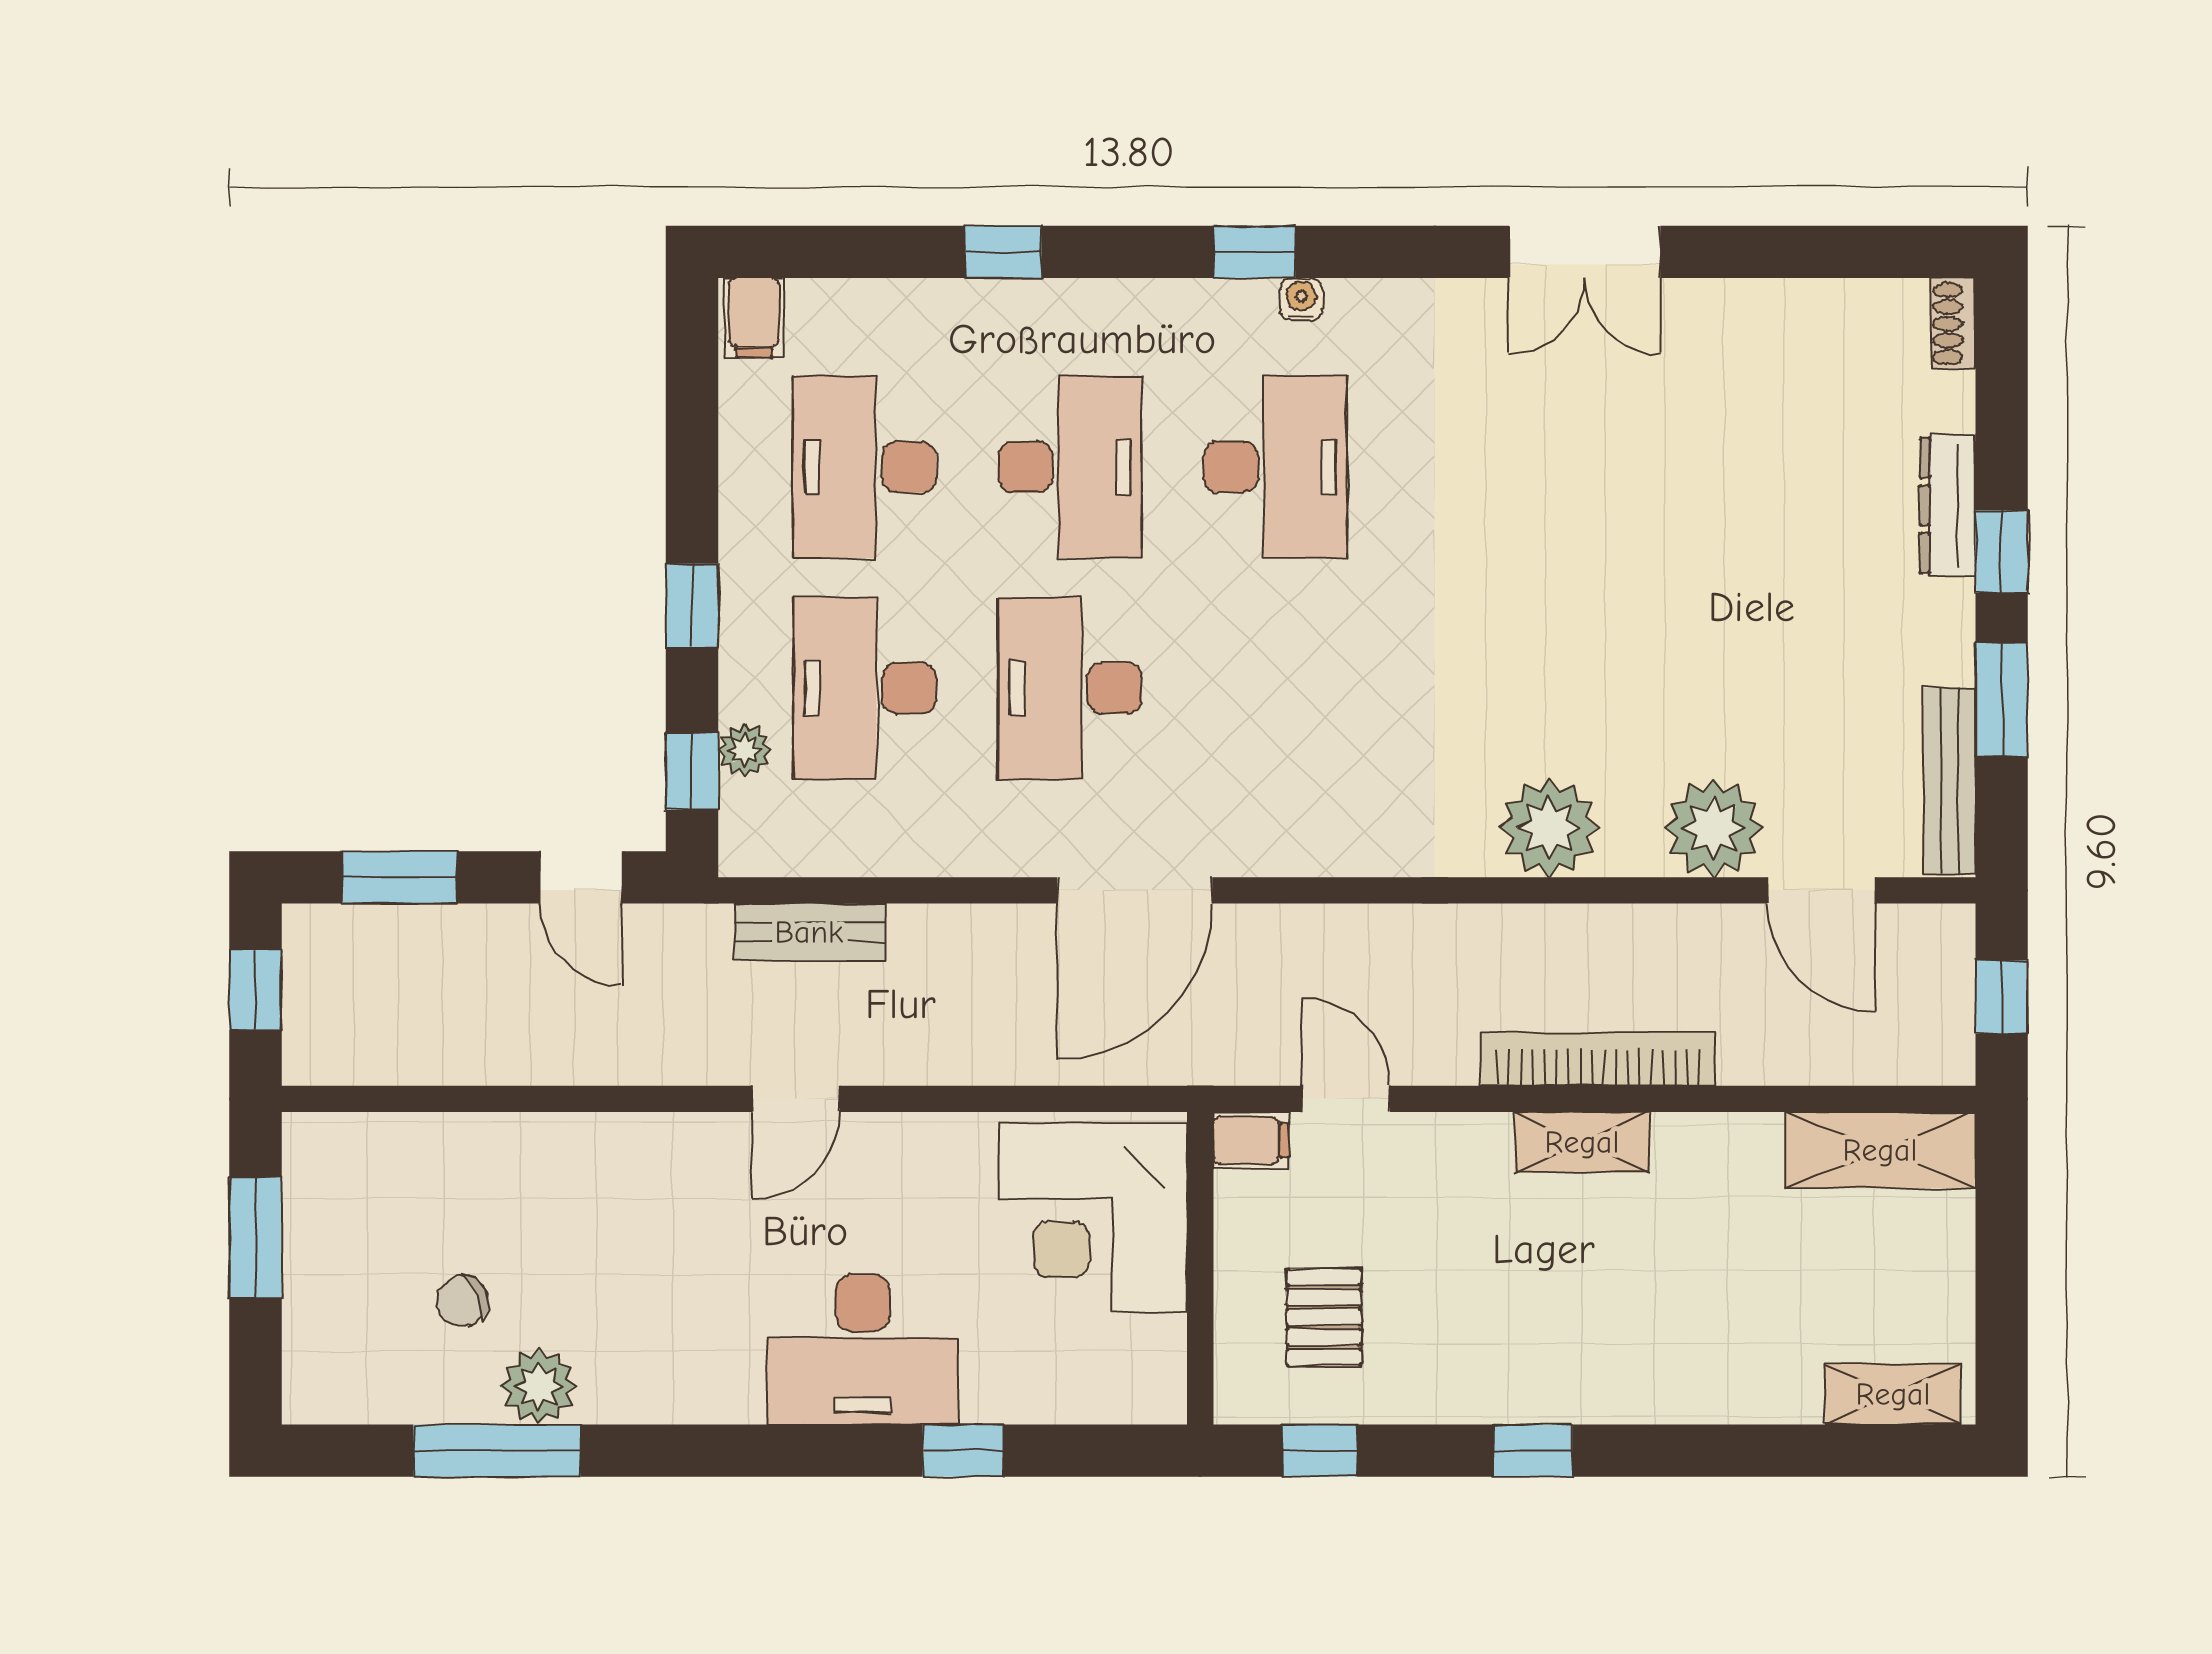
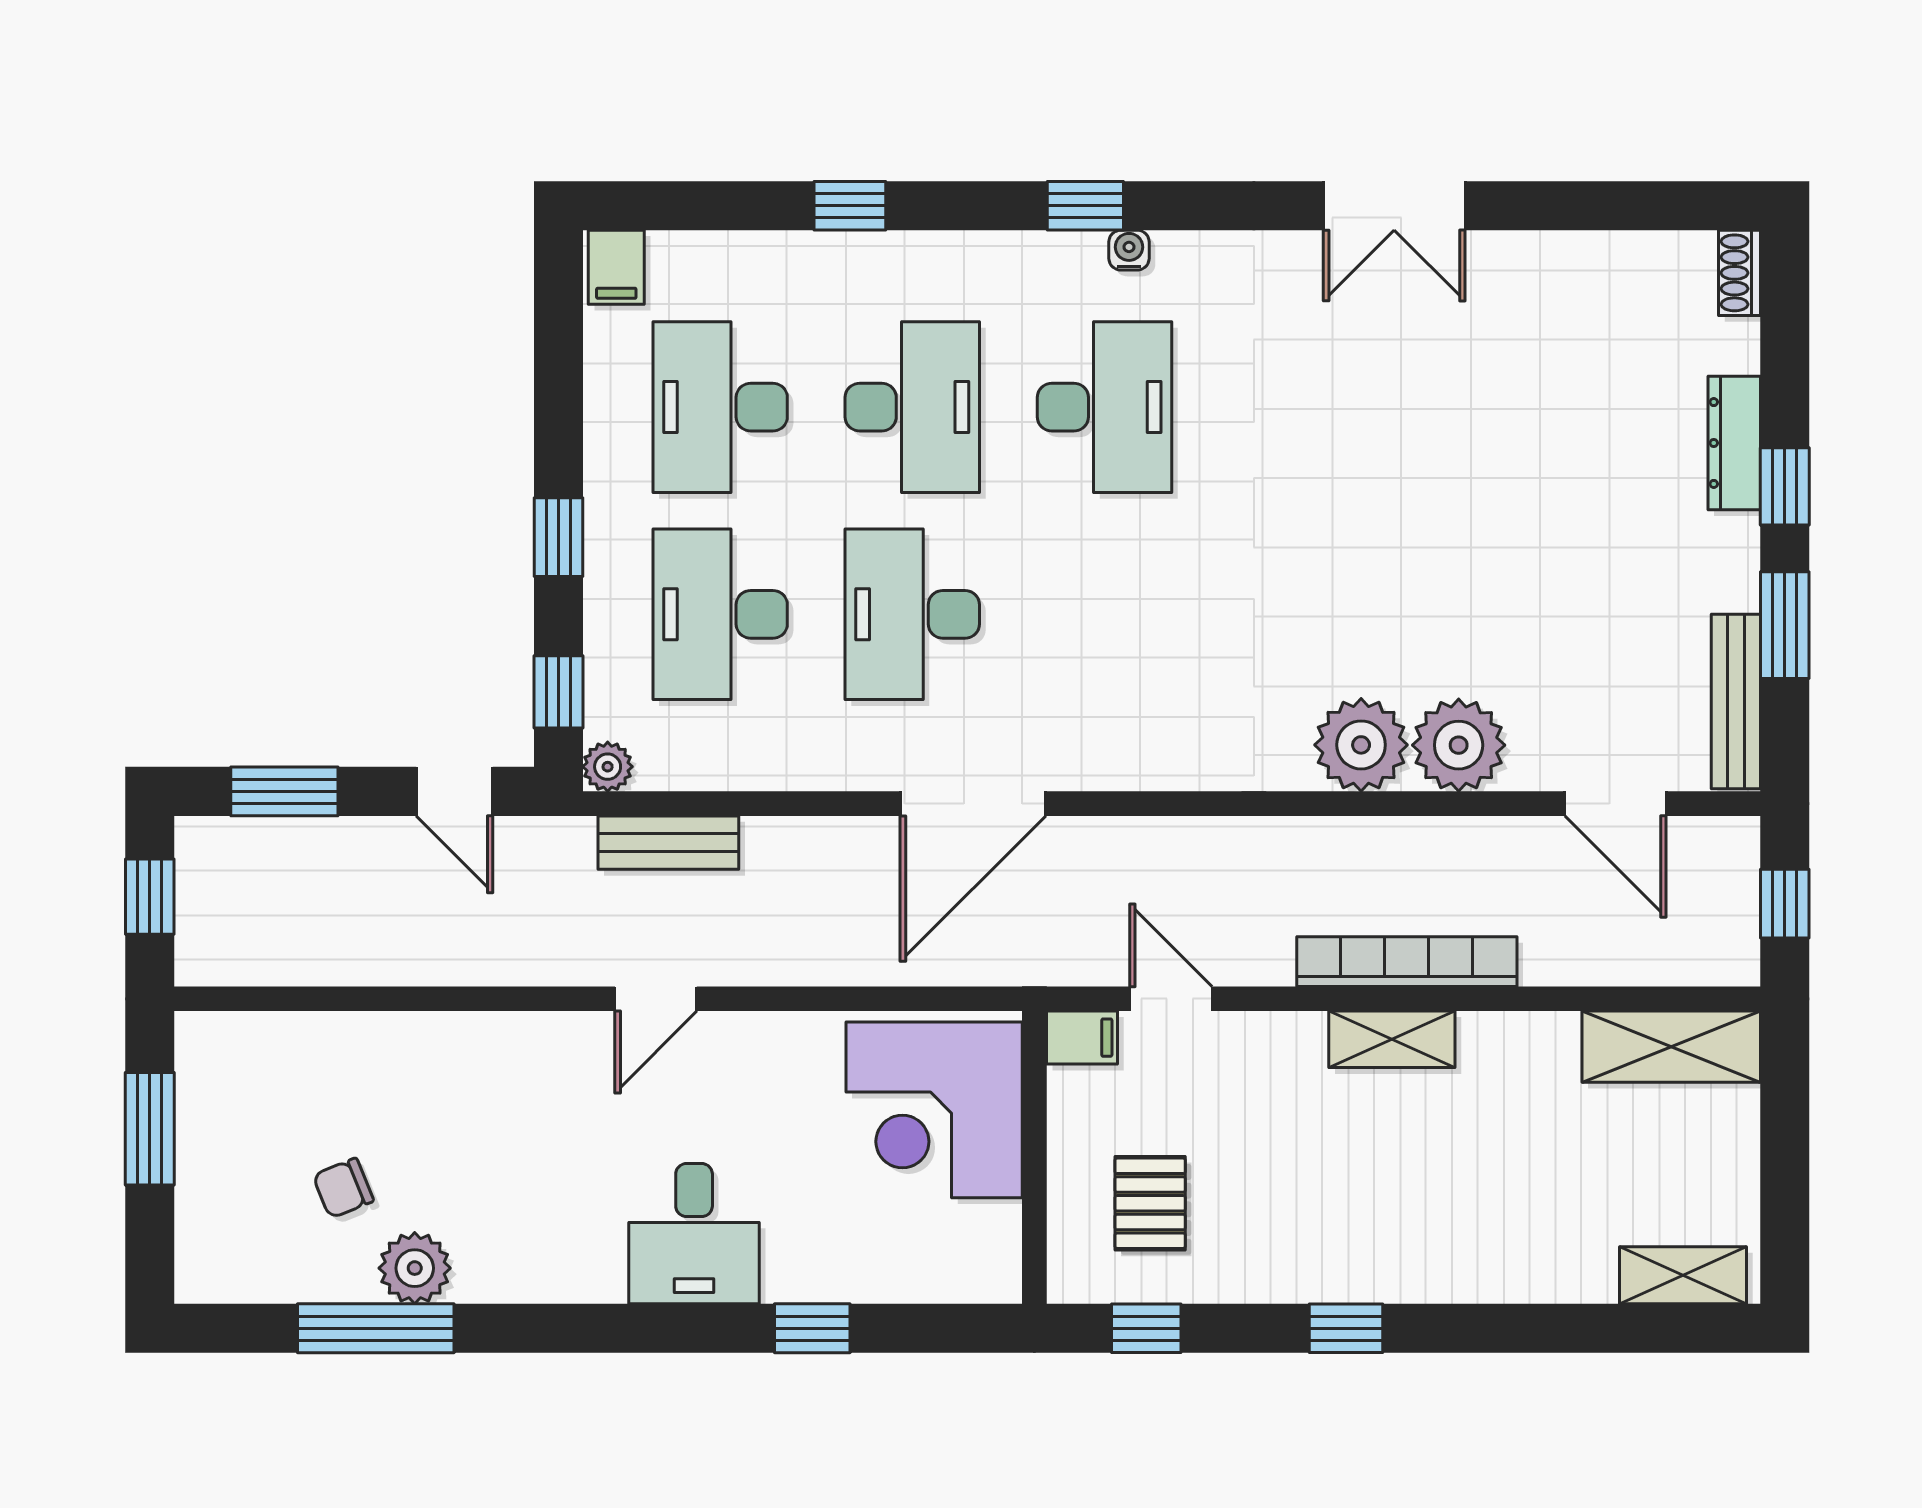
plant: (745, 750) -> (608, 767), moved
plant: (1713, 828) -> (1459, 745), moved
desk: (863, 1350) -> (694, 1234), width x0.73

